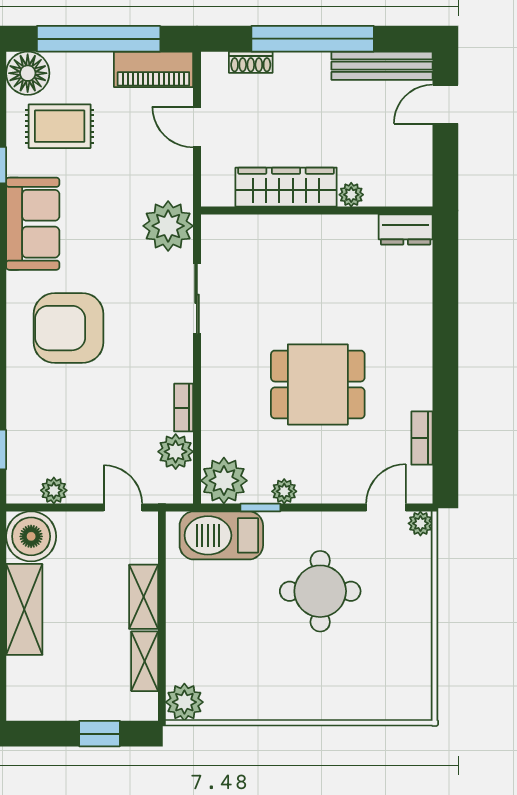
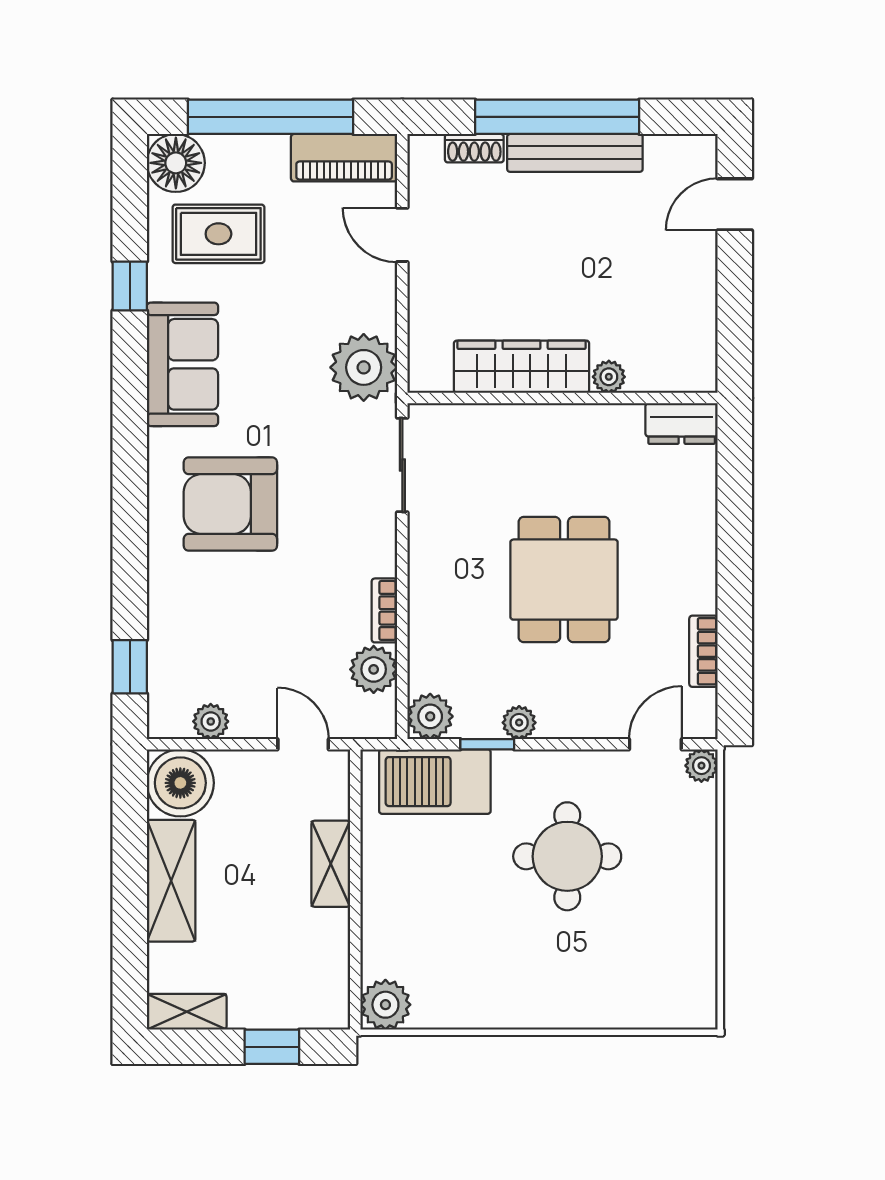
bench: (382, 66) -> (575, 153), moved
wardrobe: (286, 187) -> (522, 367), moved
plant: (351, 195) -> (609, 377), moved
wall: (317, 211) -> (563, 398), moved
dresser: (406, 230) -> (682, 424), moved
dining table: (318, 384) -> (564, 580), turned 90
plant: (224, 481) -> (430, 716), width x0.73, depth x0.73
shelving: (145, 661) -> (187, 1012), moved, turned 90

